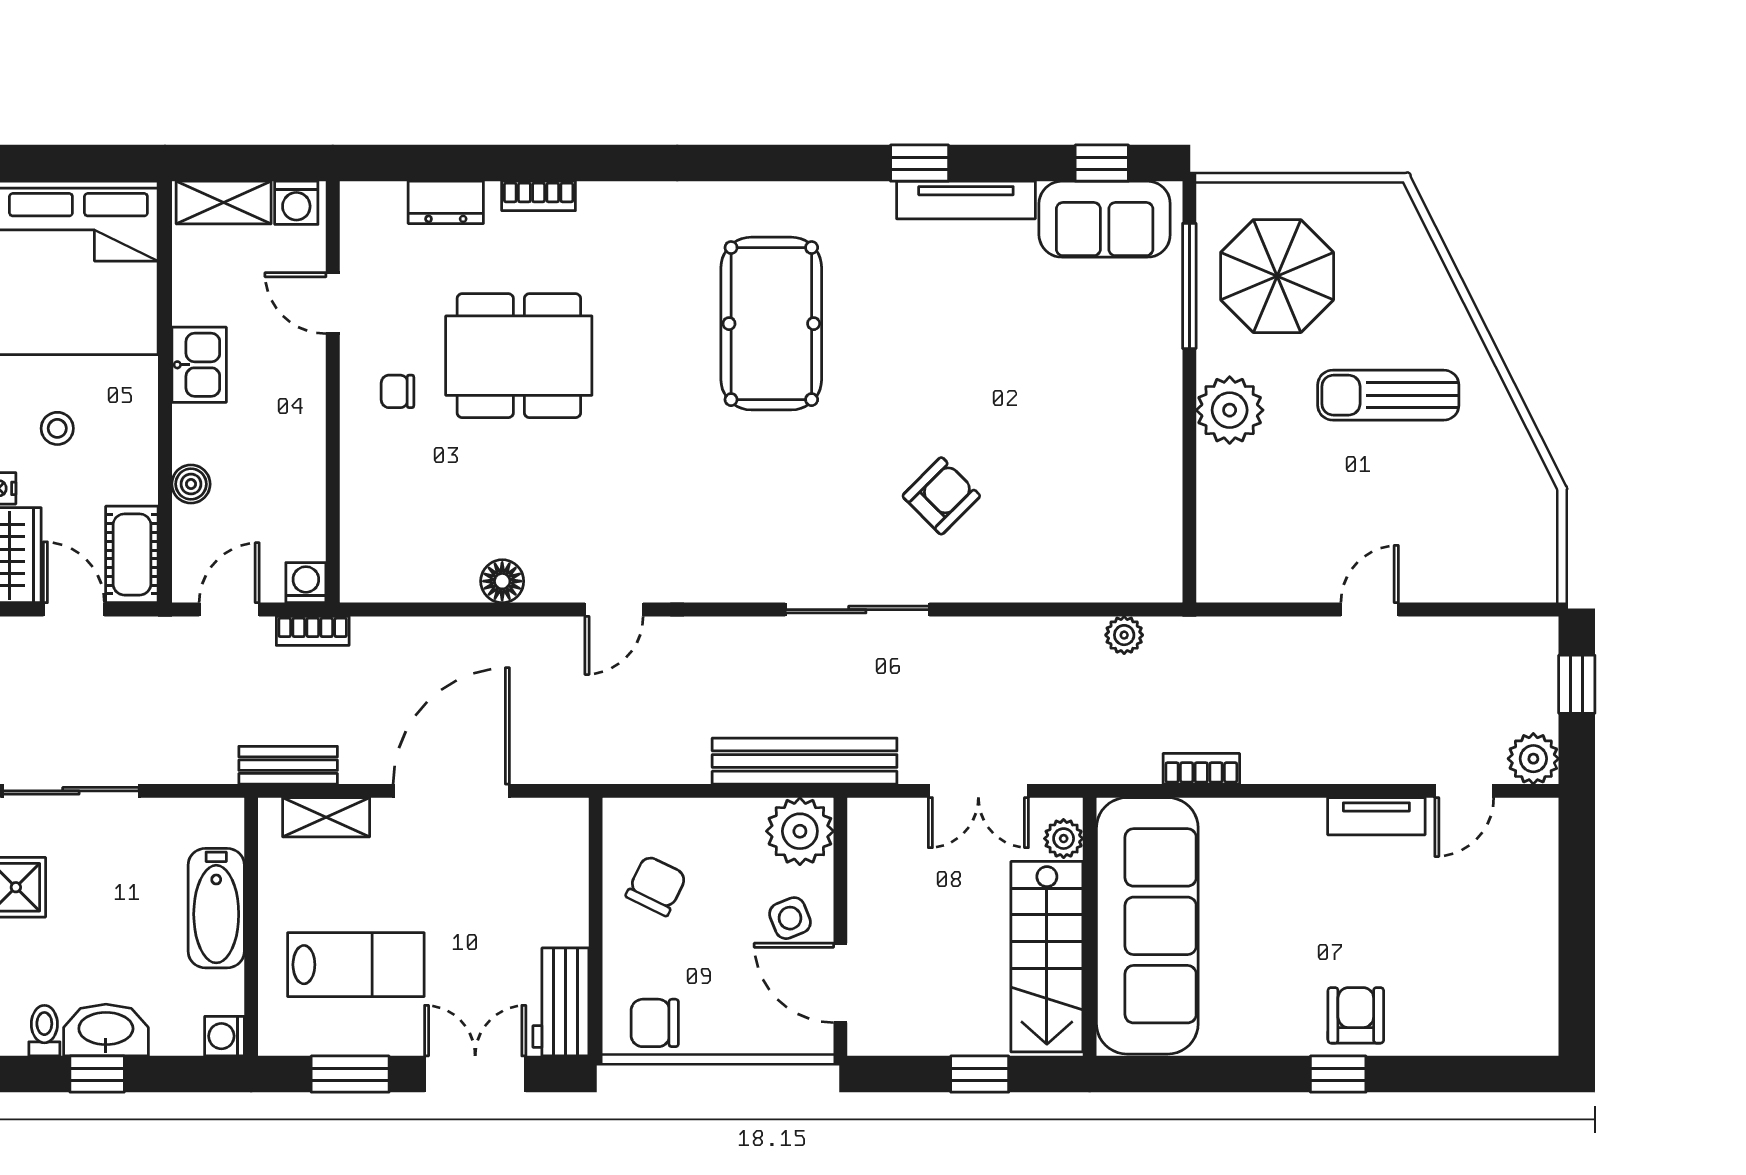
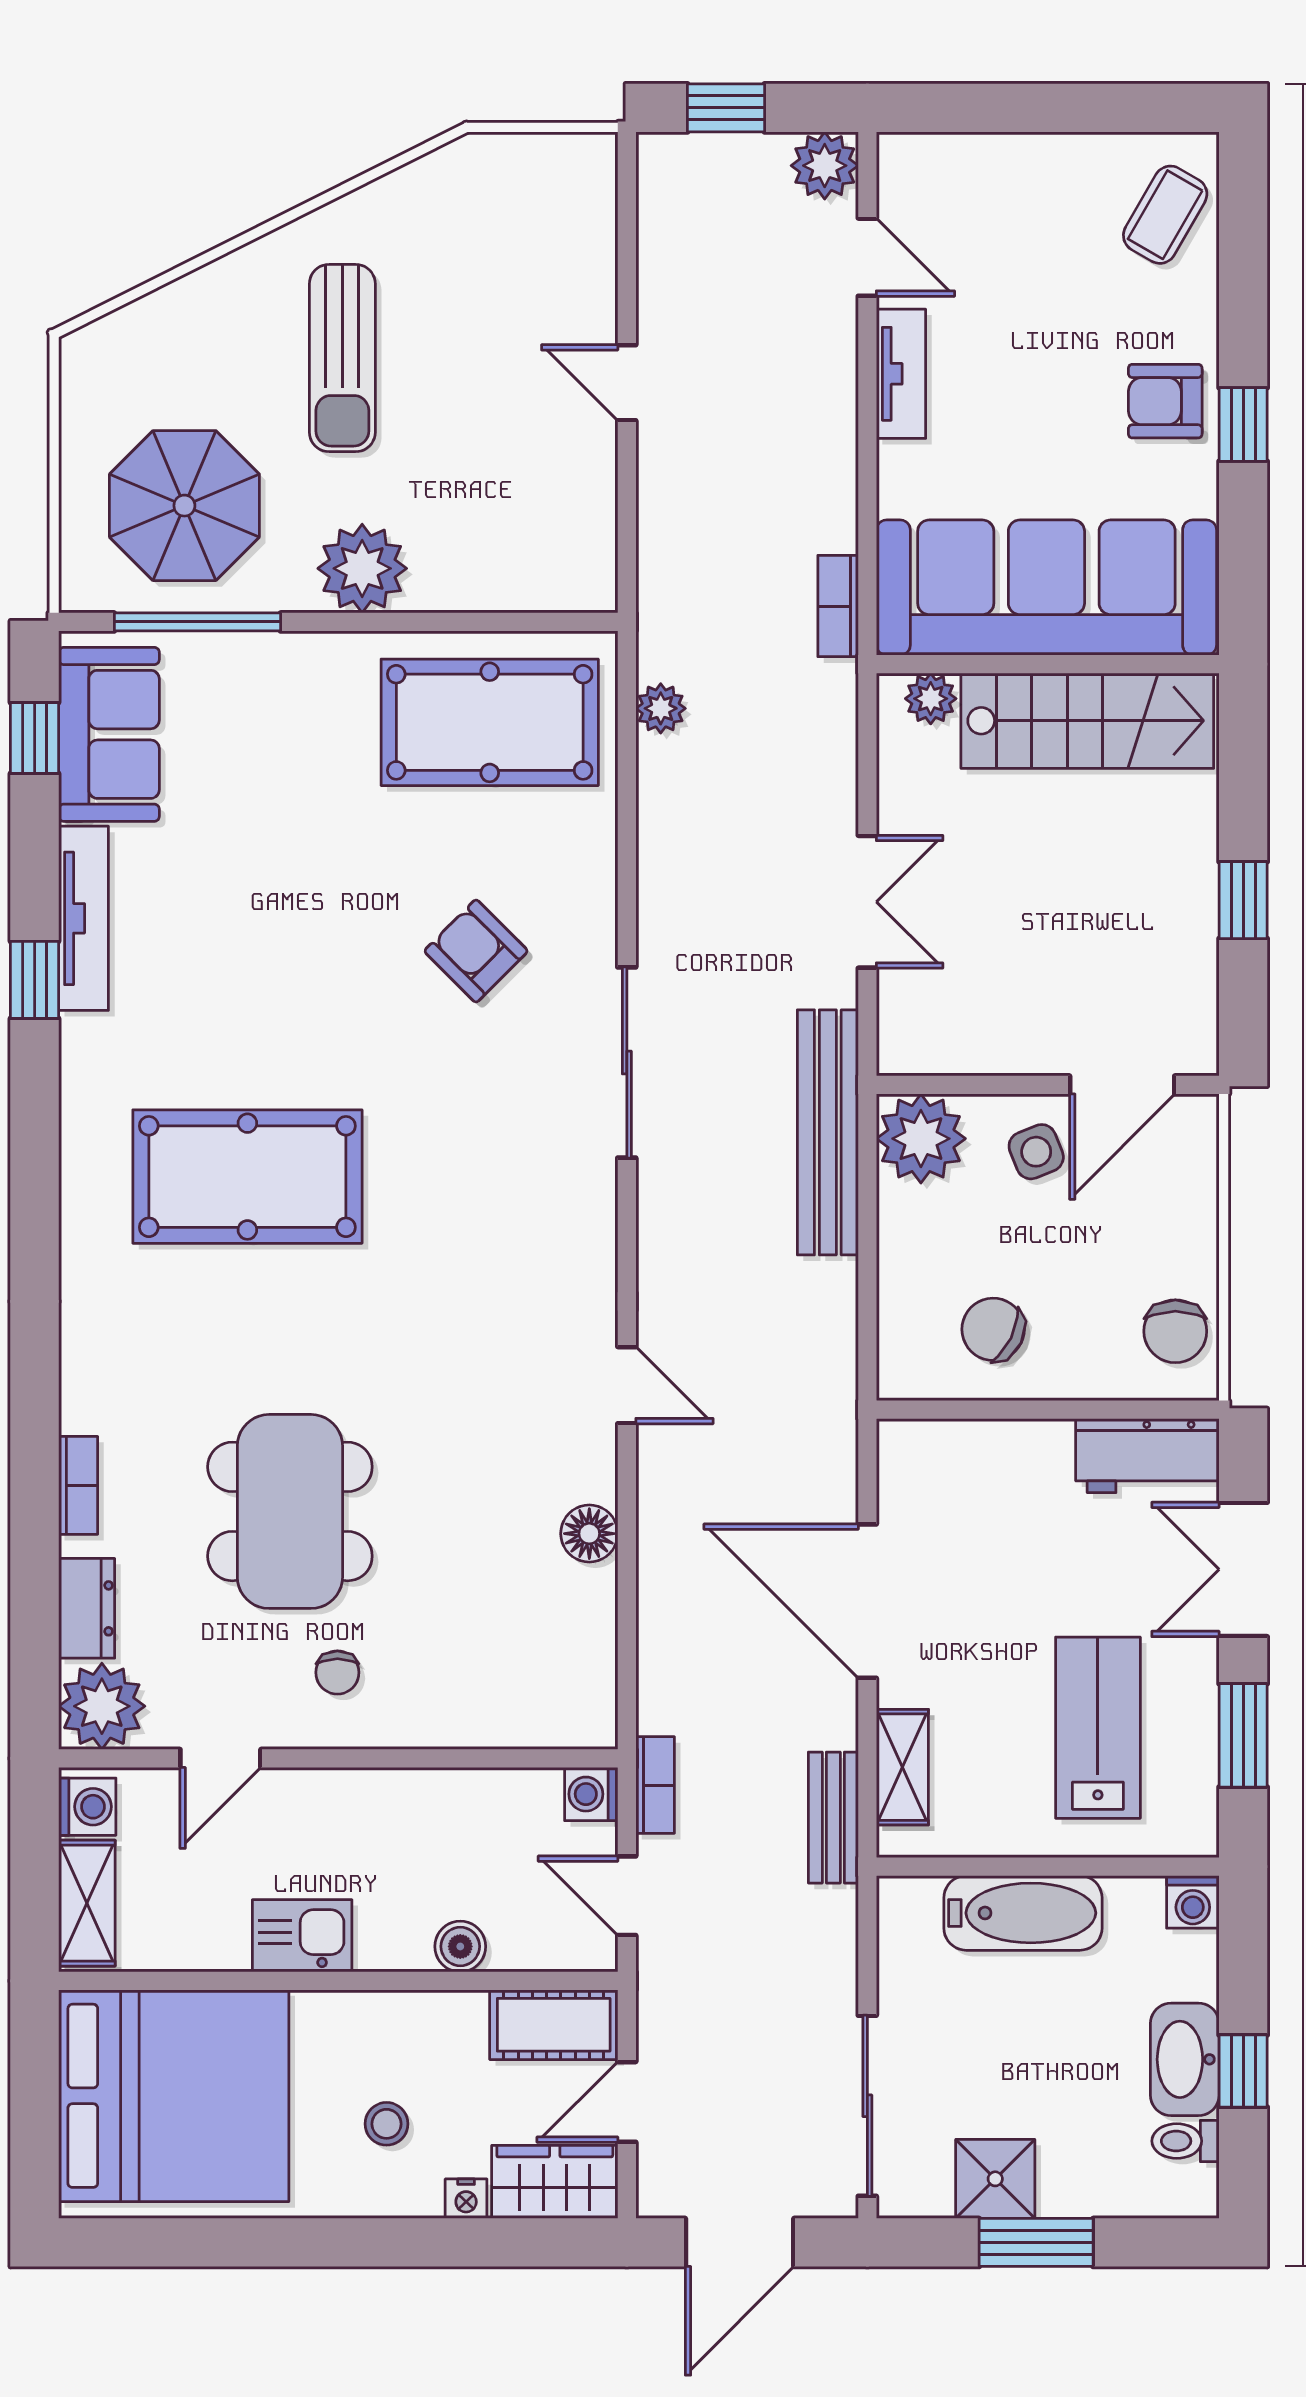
plant: (372, 214) -> (102, 1706), added
pool table: (1114, 506) -> (490, 722), added
plant: (1064, 839) -> (931, 699), moved
sofa: (1147, 926) -> (1046, 587), moved
wall: (1090, 927) -> (1048, 664), moved
stairs: (1047, 957) -> (1087, 721), moved
coffee table: (1496, 1015) -> (1165, 215), added

